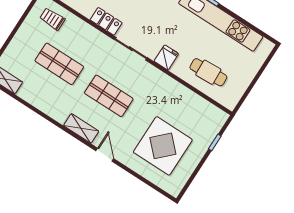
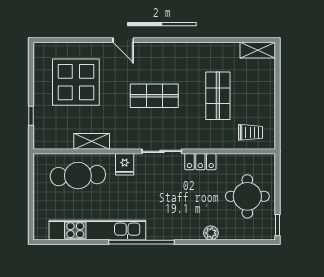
shop shelf: (59, 64) -> (218, 96), turned 90
cafe table: (208, 72) -> (78, 176), width x1.37, depth x1.35
shelving: (81, 128) -> (92, 141), moved

